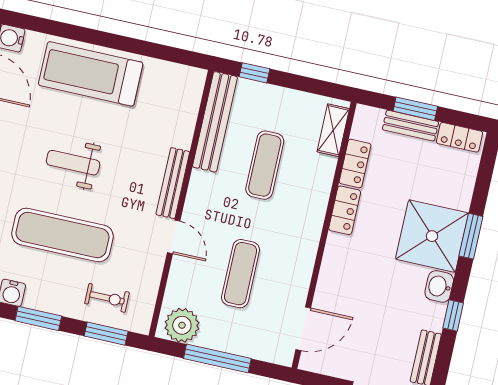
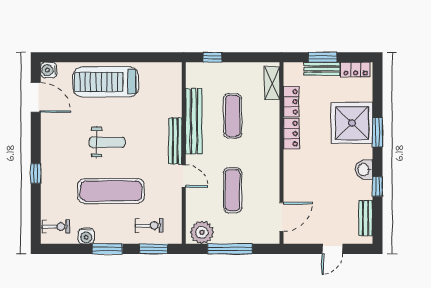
bench: (215, 122) -> (194, 121), moved
weight bench: (73, 163) -> (107, 142), turned 180
shower: (432, 236) -> (352, 123), moved

